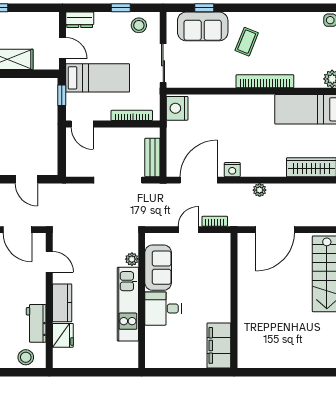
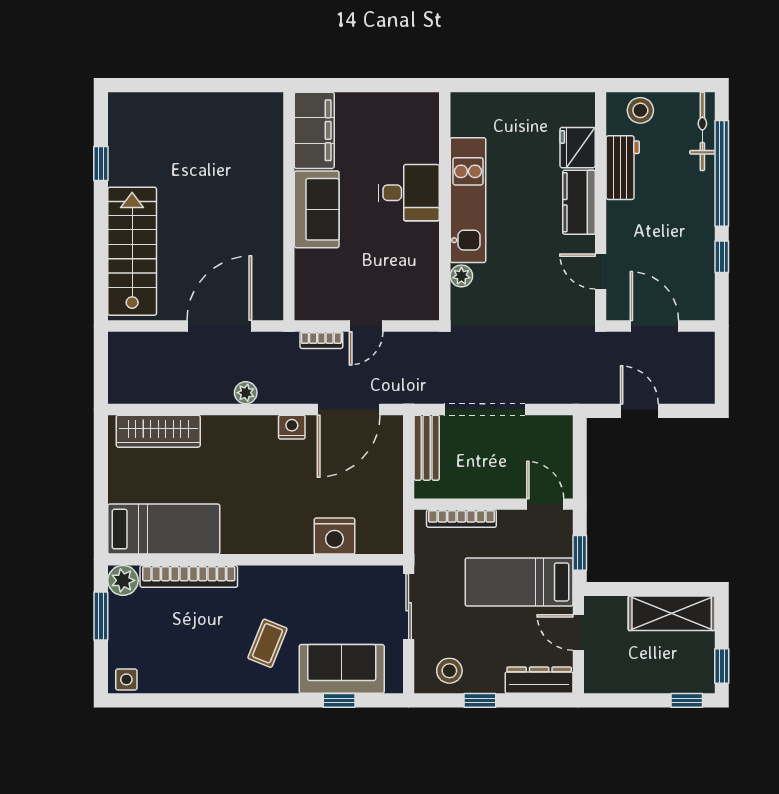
dresser: (80, 20) -> (539, 680), width x1.44
bookcase: (265, 81) -> (189, 576), moved
nightstand: (177, 108) -> (334, 536), moved, turned 90
sofa: (158, 268) -> (317, 209), moved, turned 180

